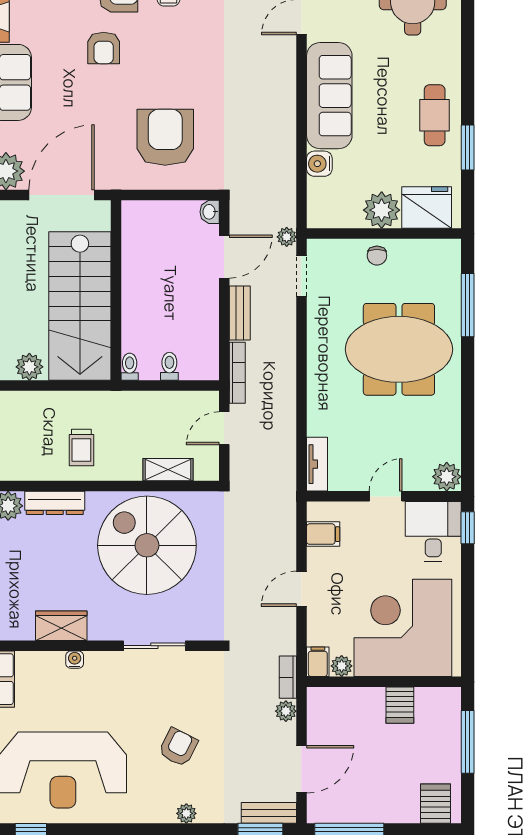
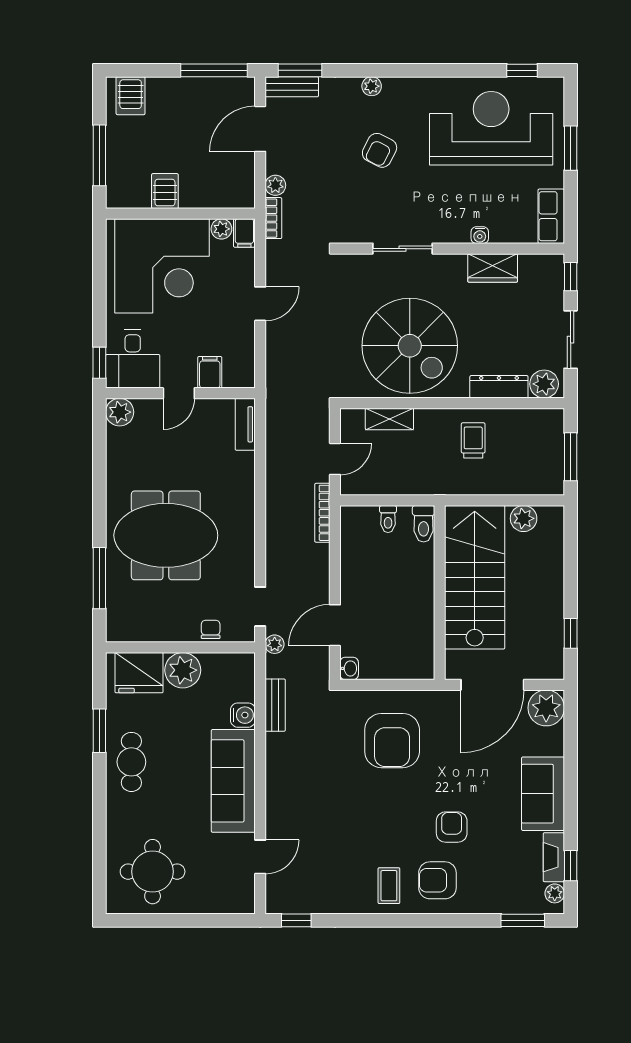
chair: (377, 256) -> (211, 629), moved
bench: (240, 313) -> (275, 705), moved
toilet: (130, 367) -> (424, 524), width x1.37, depth x1.39
filing cabinet: (323, 534) -> (210, 372), moved, turned 90

